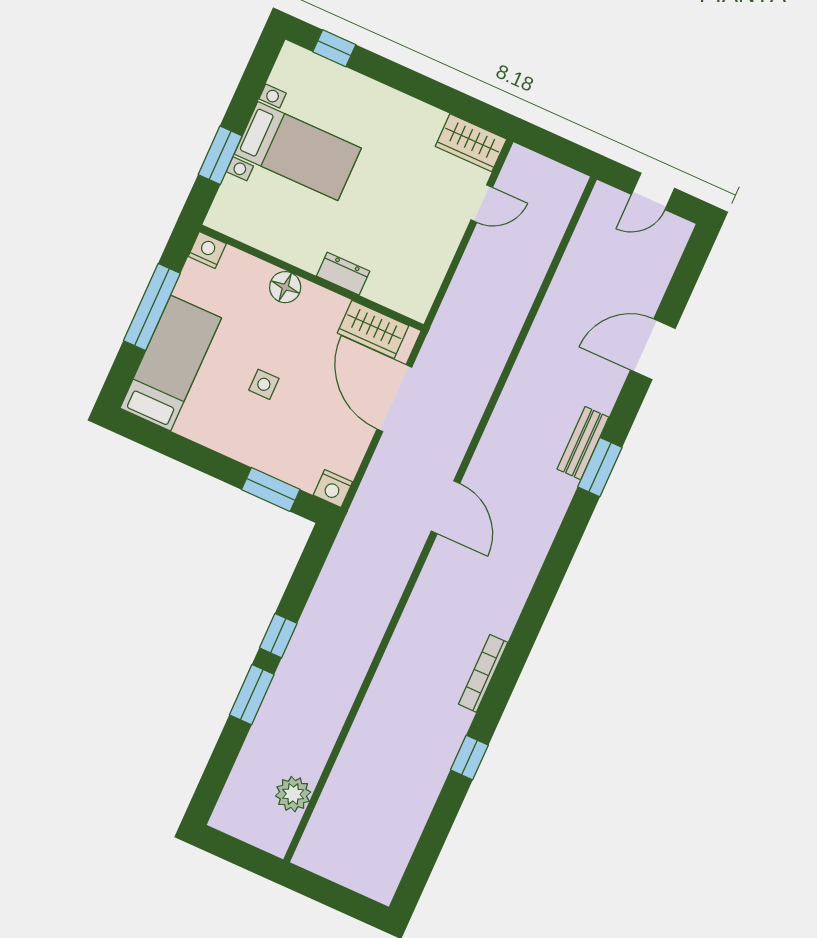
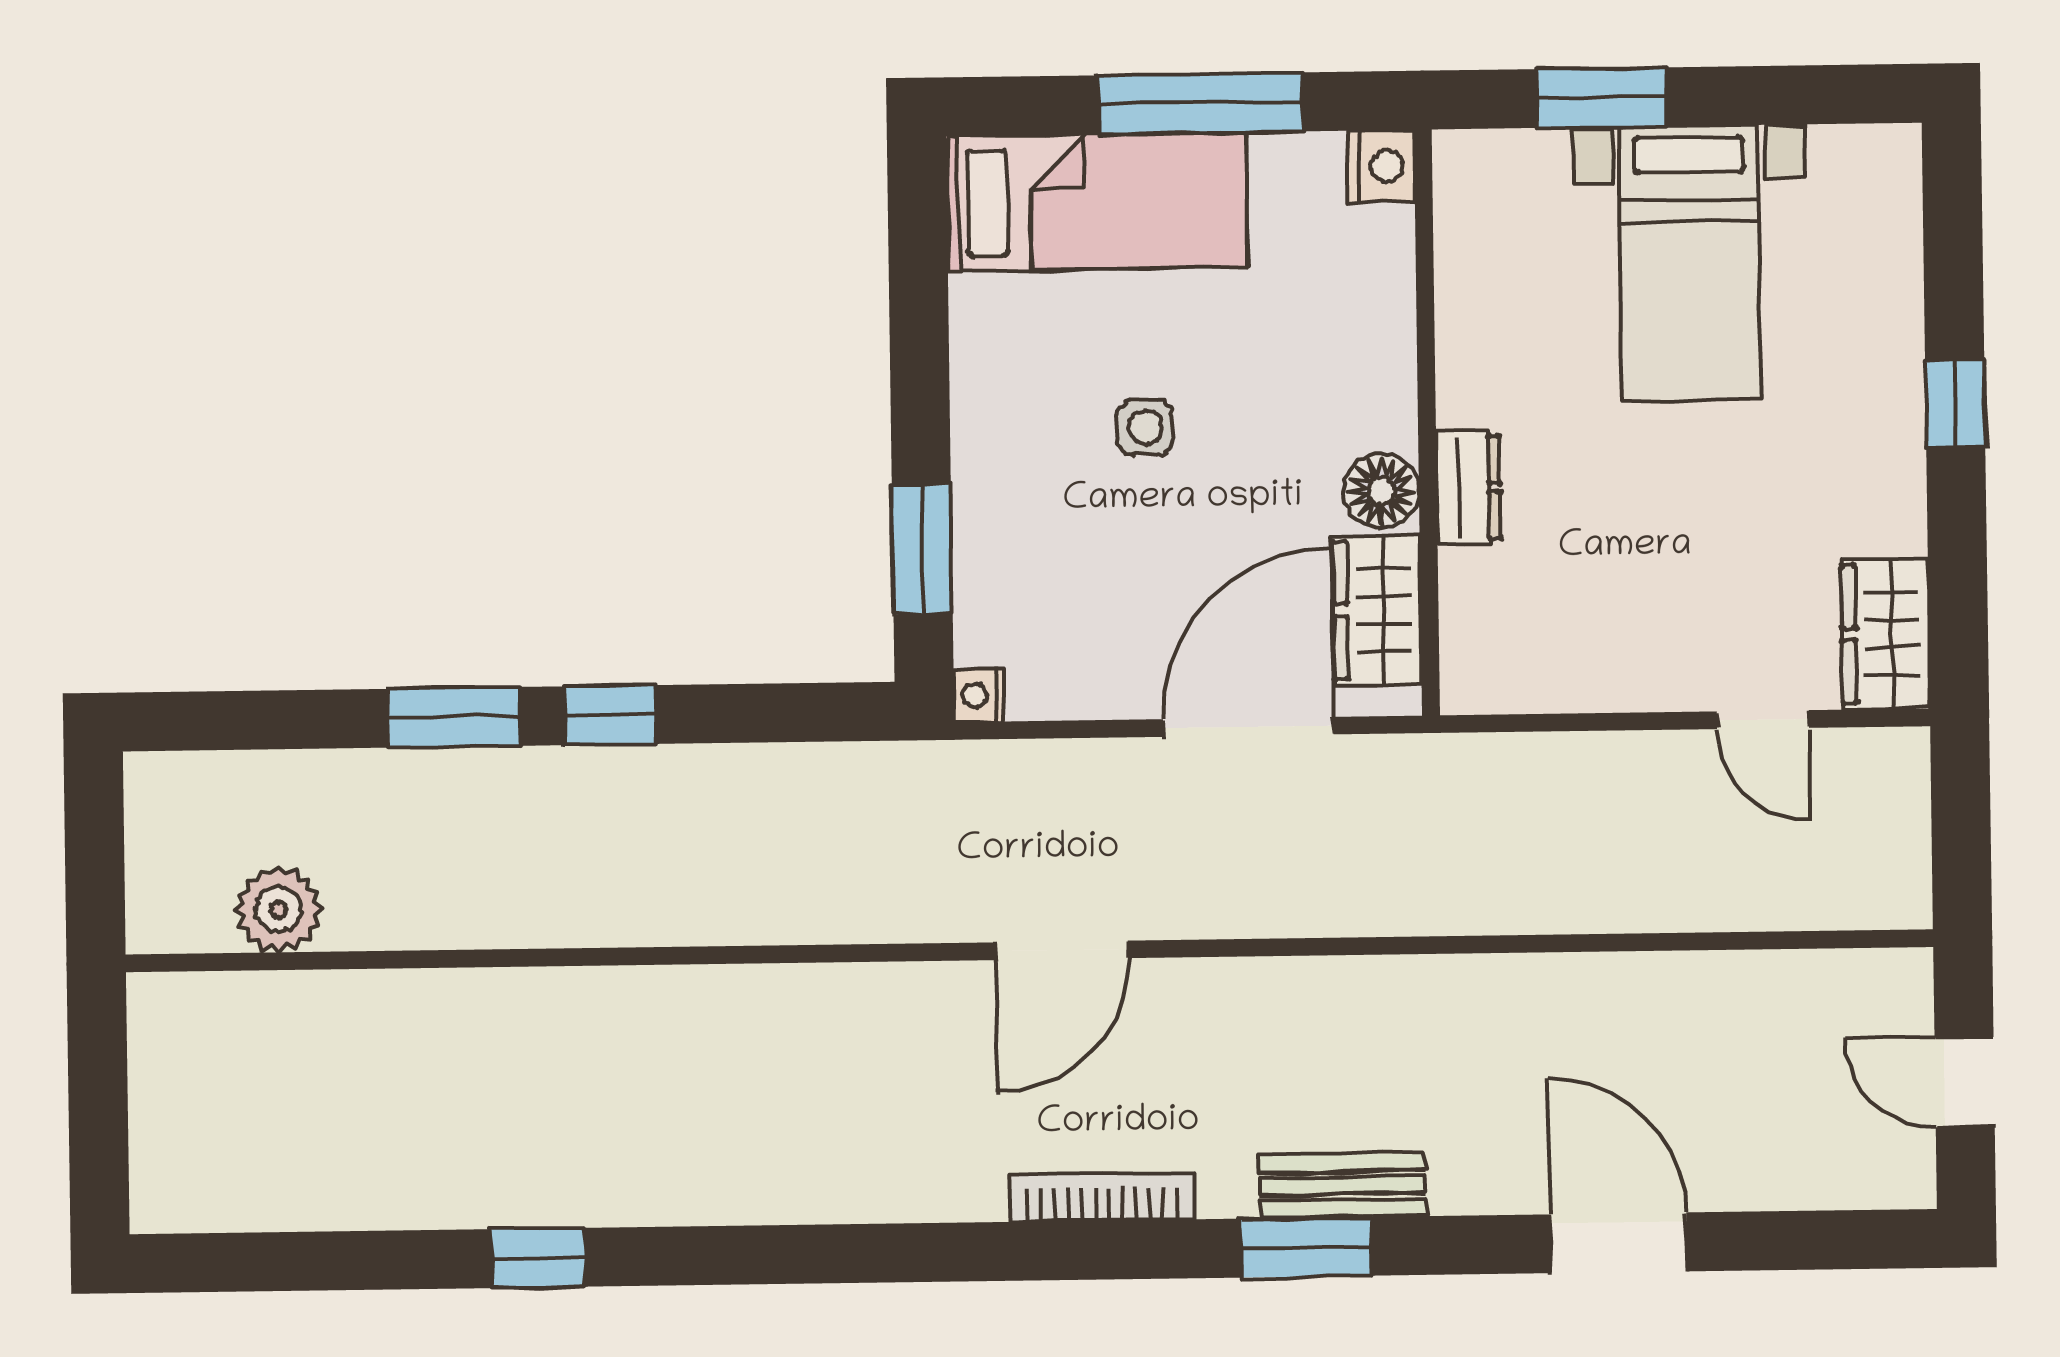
window: (334, 48) -> (1955, 404), moved
floor lamp: (285, 287) -> (1381, 491), moved
nightstand: (333, 489) -> (979, 695), width x0.72, depth x0.74
bookcase: (483, 673) -> (1102, 1197), moved

